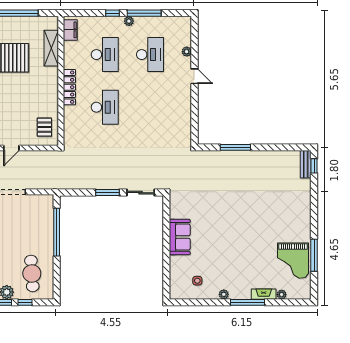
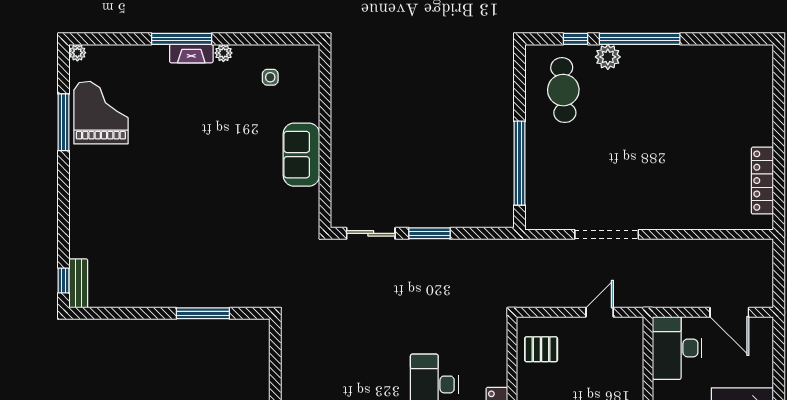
pallet: (44, 127) -> (541, 349), turned 90
fireplace: (264, 294) -> (191, 54), moved
plant: (282, 295) -> (77, 53), moved

